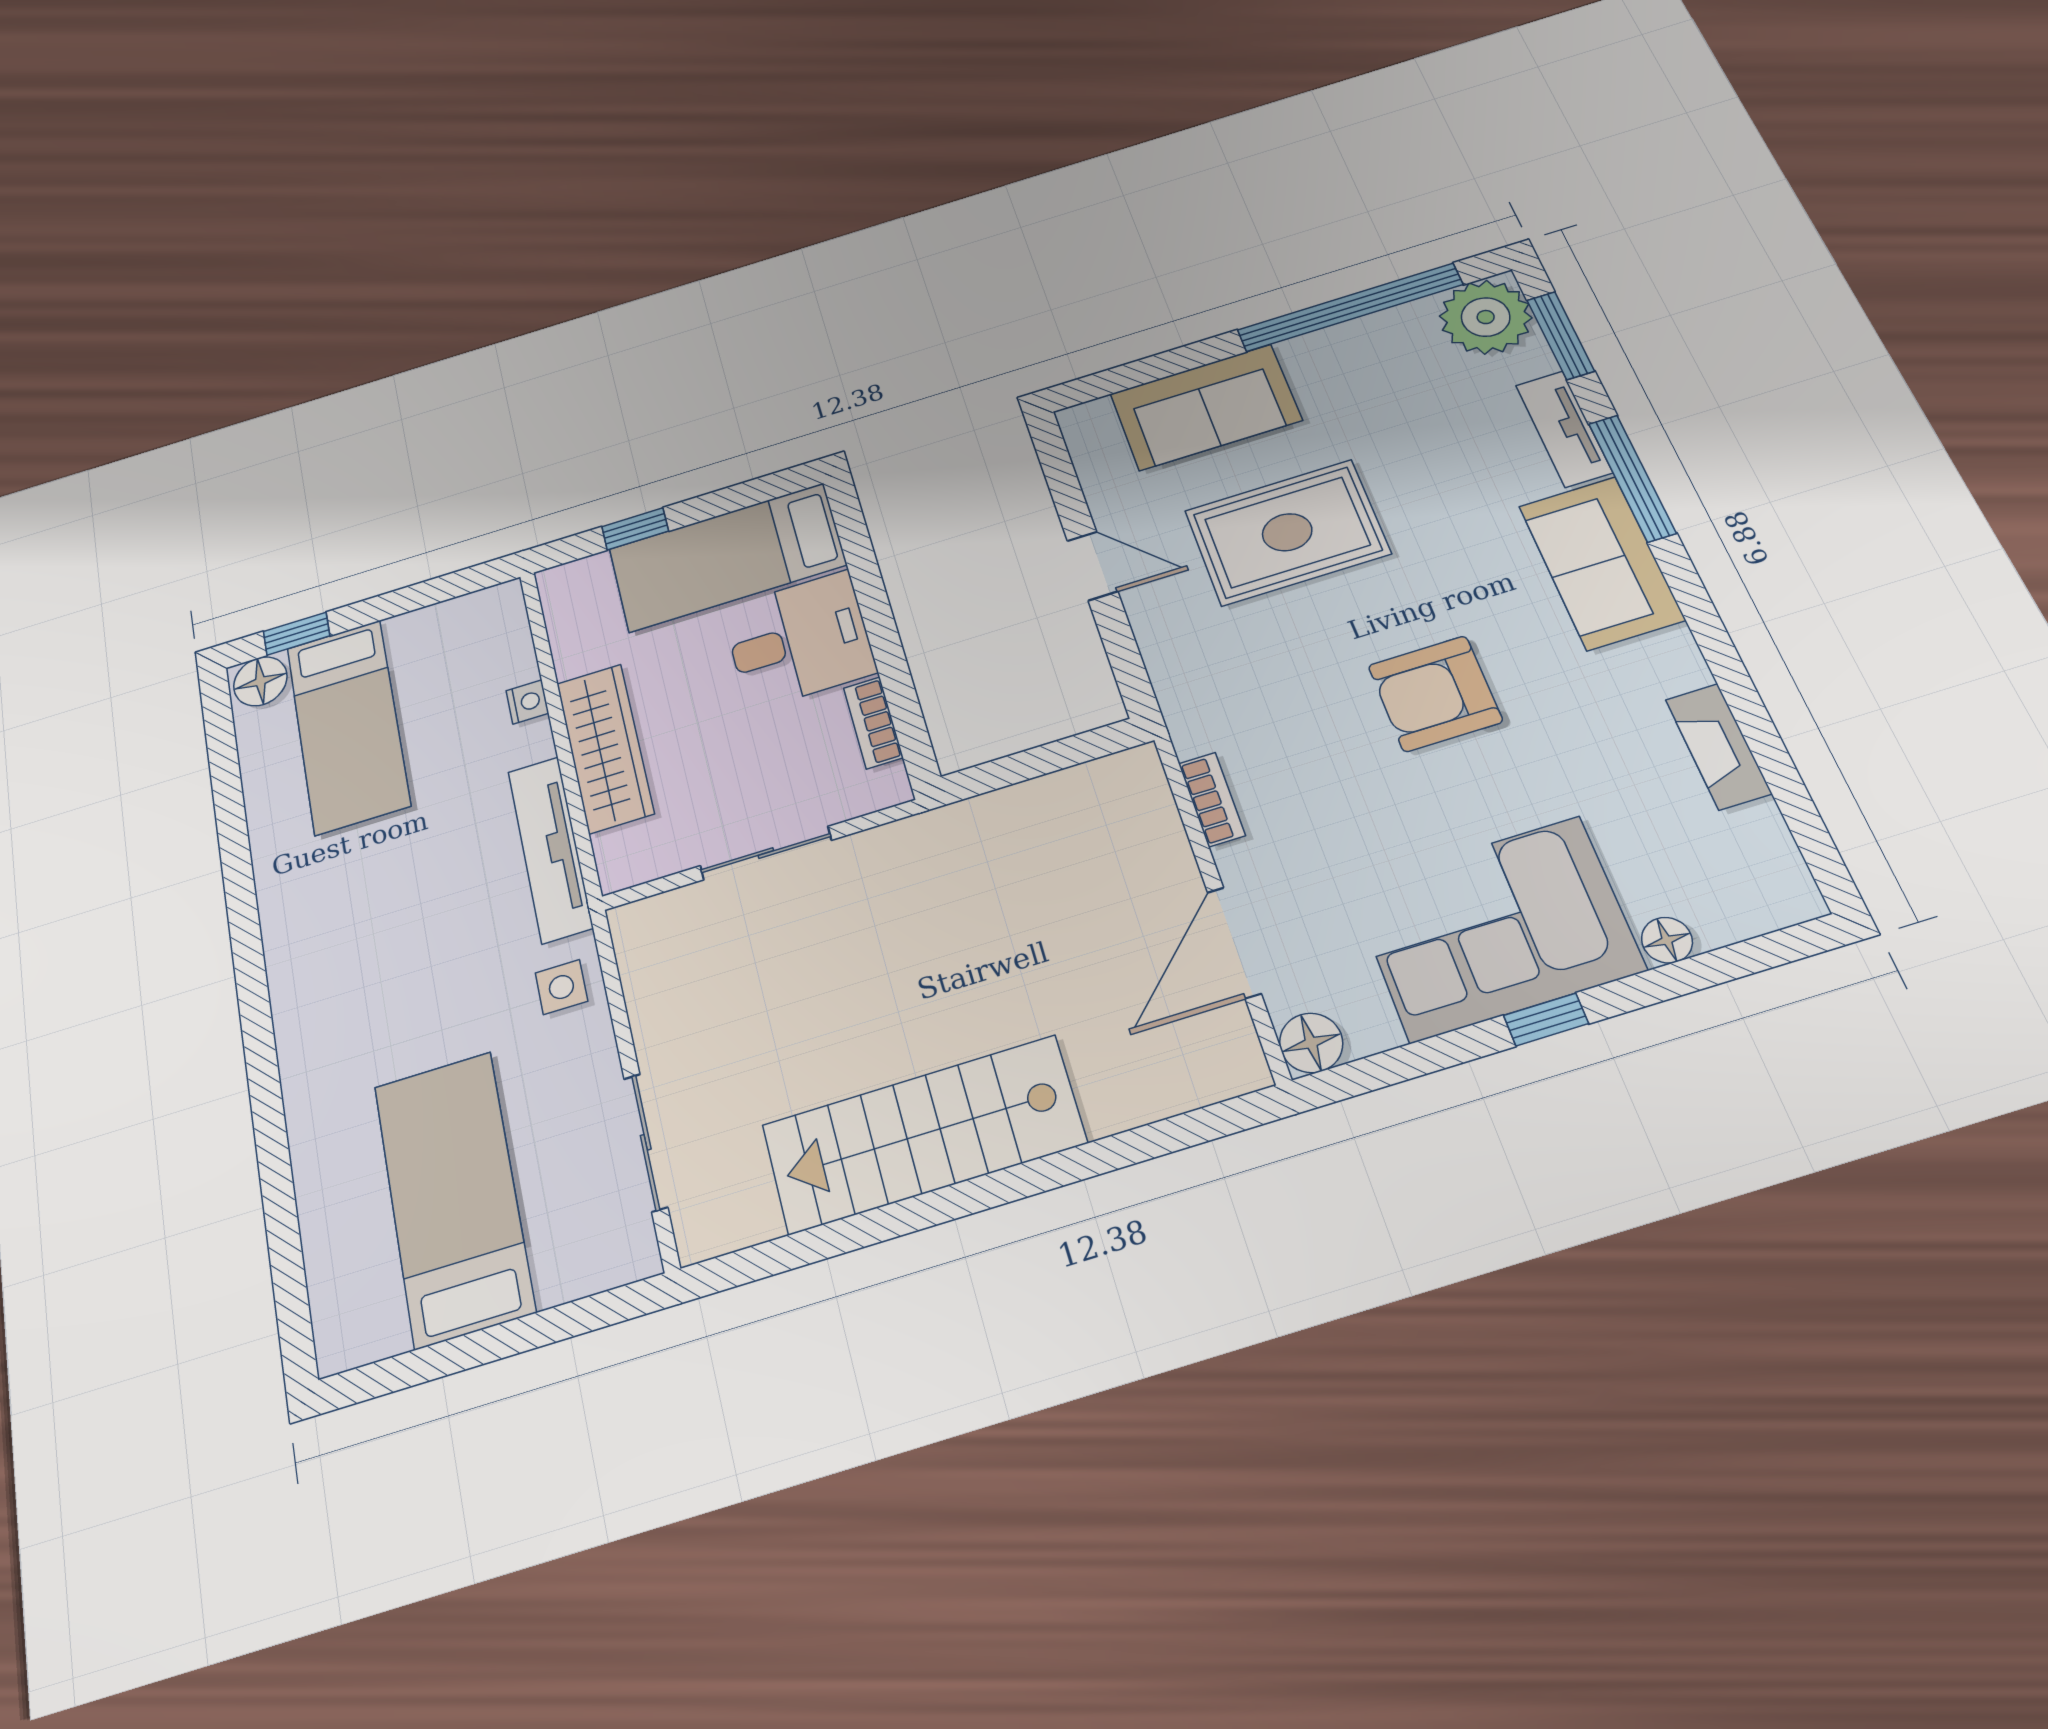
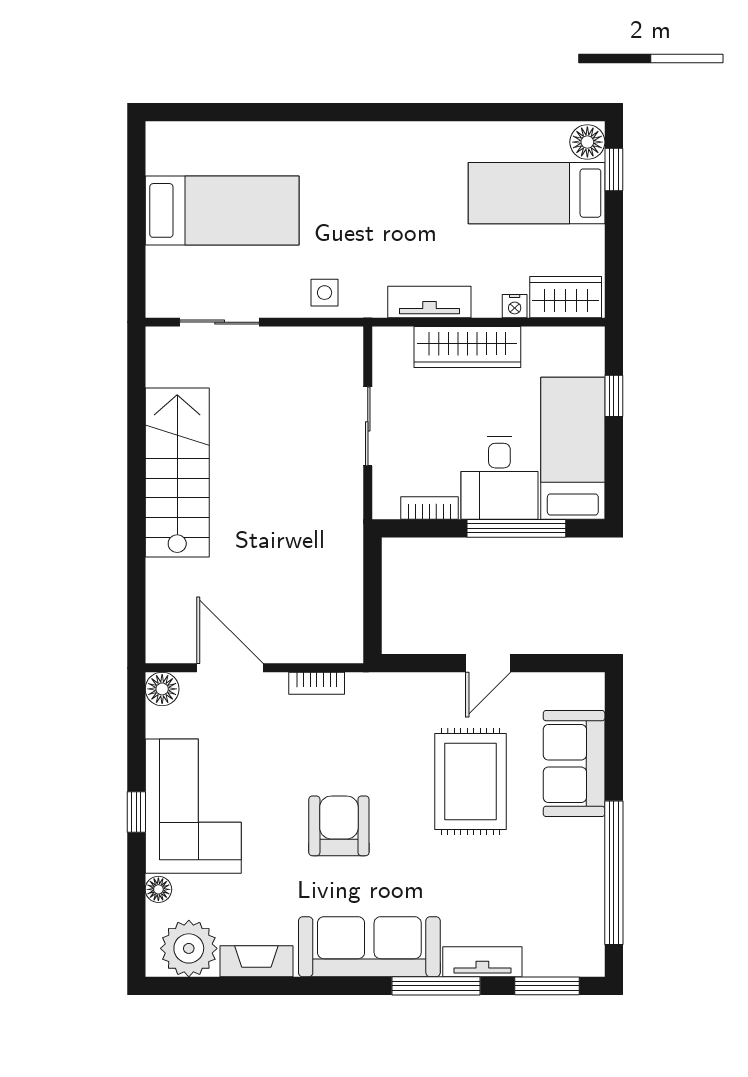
plant: (1486, 317) -> (189, 948), moved
sofa: (1601, 563) -> (369, 947), width x1.36
window: (871, 593) -> (516, 528), added
wardrobe: (500, 638) -> (566, 297), added
tv unit: (550, 849) -> (429, 302), width x0.71

